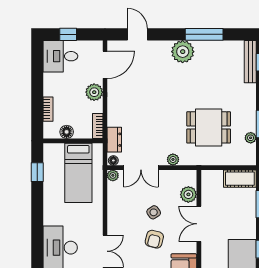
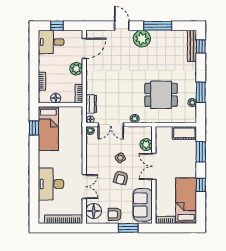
door: (137, 34) -> (122, 26), moved
bed: (78, 173) -> (48, 129), moved

